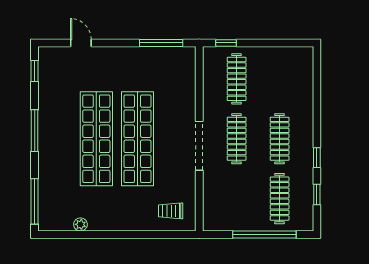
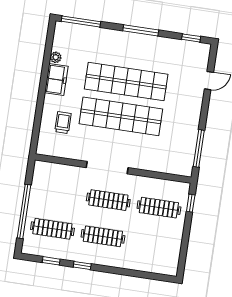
trolley: (171, 211) -> (63, 123), moved
freezer: (106, 220) -> (56, 79), added

